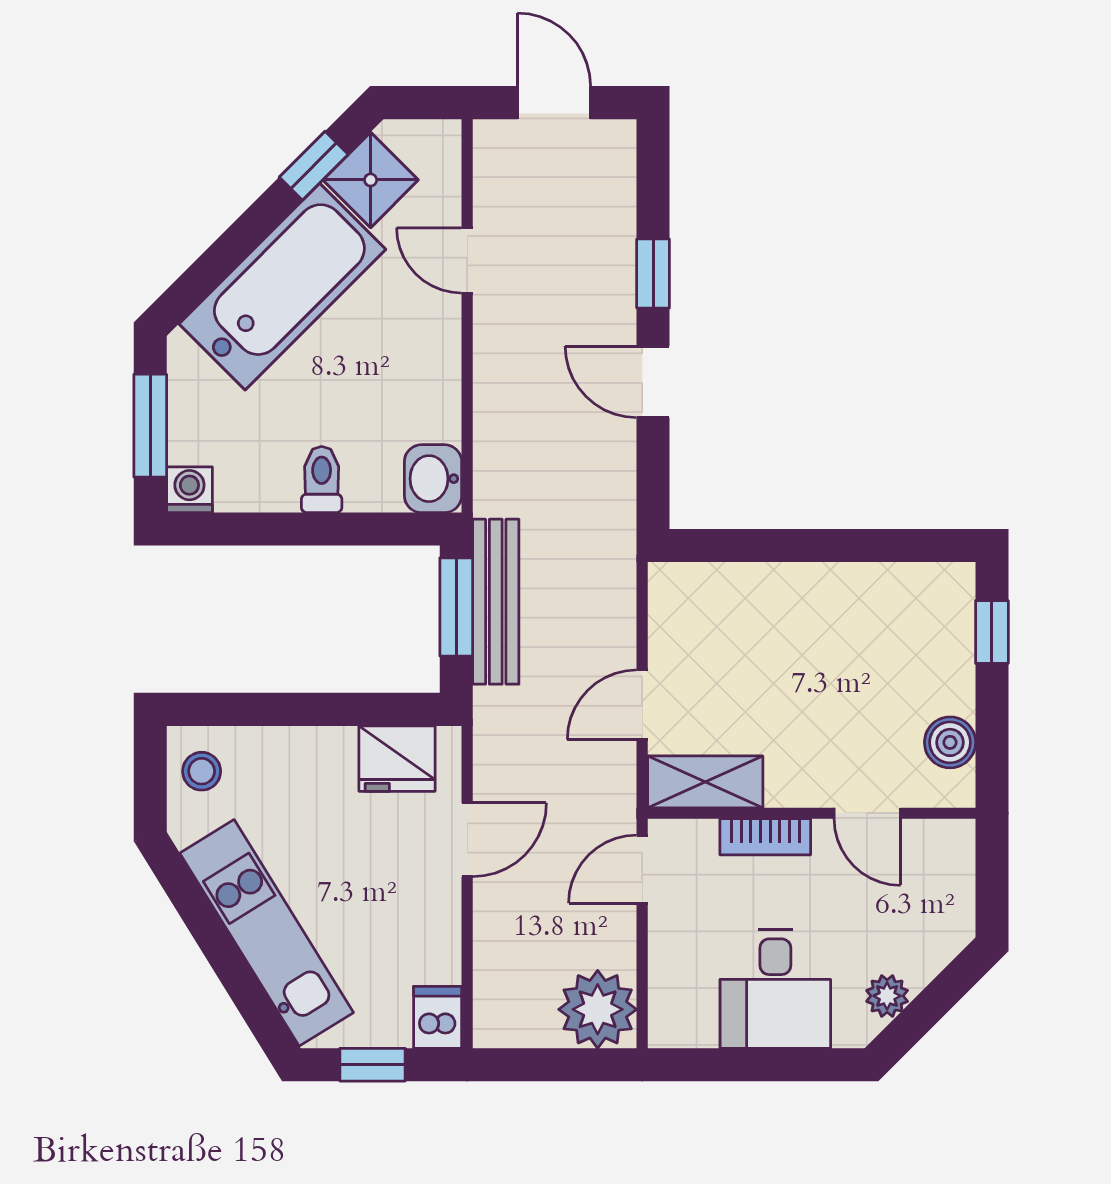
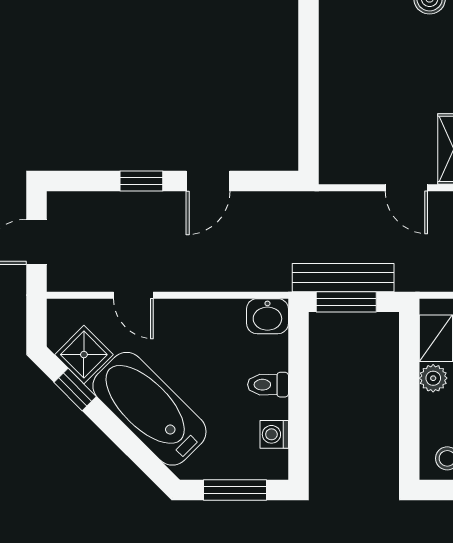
door: (467, 260) -> (133, 295), hinge flipped
washing machine: (189, 490) -> (274, 434), moved
plant: (332, 748) -> (433, 378), added

